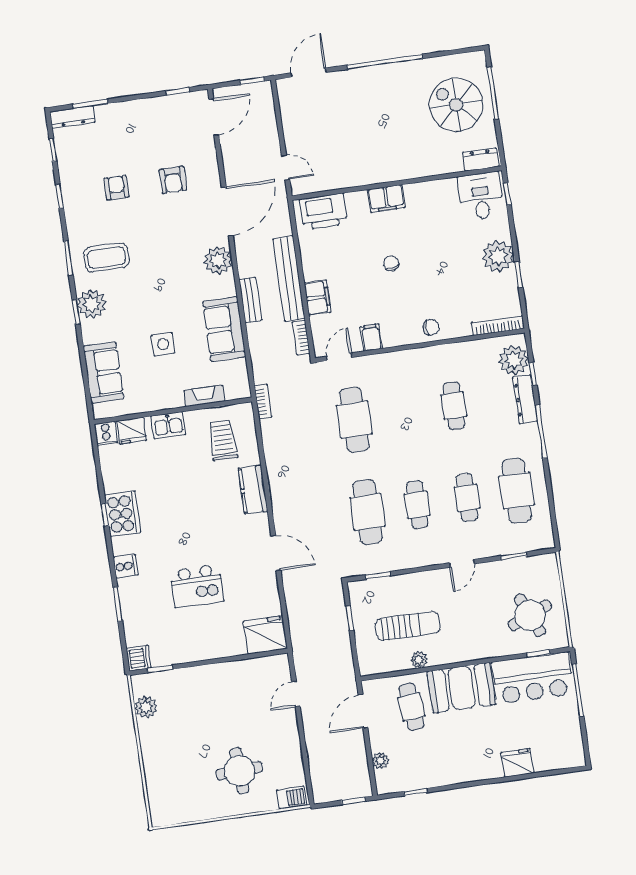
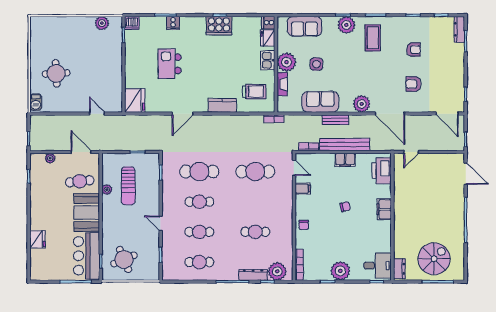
filing cabinet: (317, 298) -> (345, 160), moved
plant: (167, 394) -> (287, 62), added
cafe table: (517, 491) -> (199, 262), width x0.73, depth x0.74
cooker: (126, 566) -> (173, 23), moved

